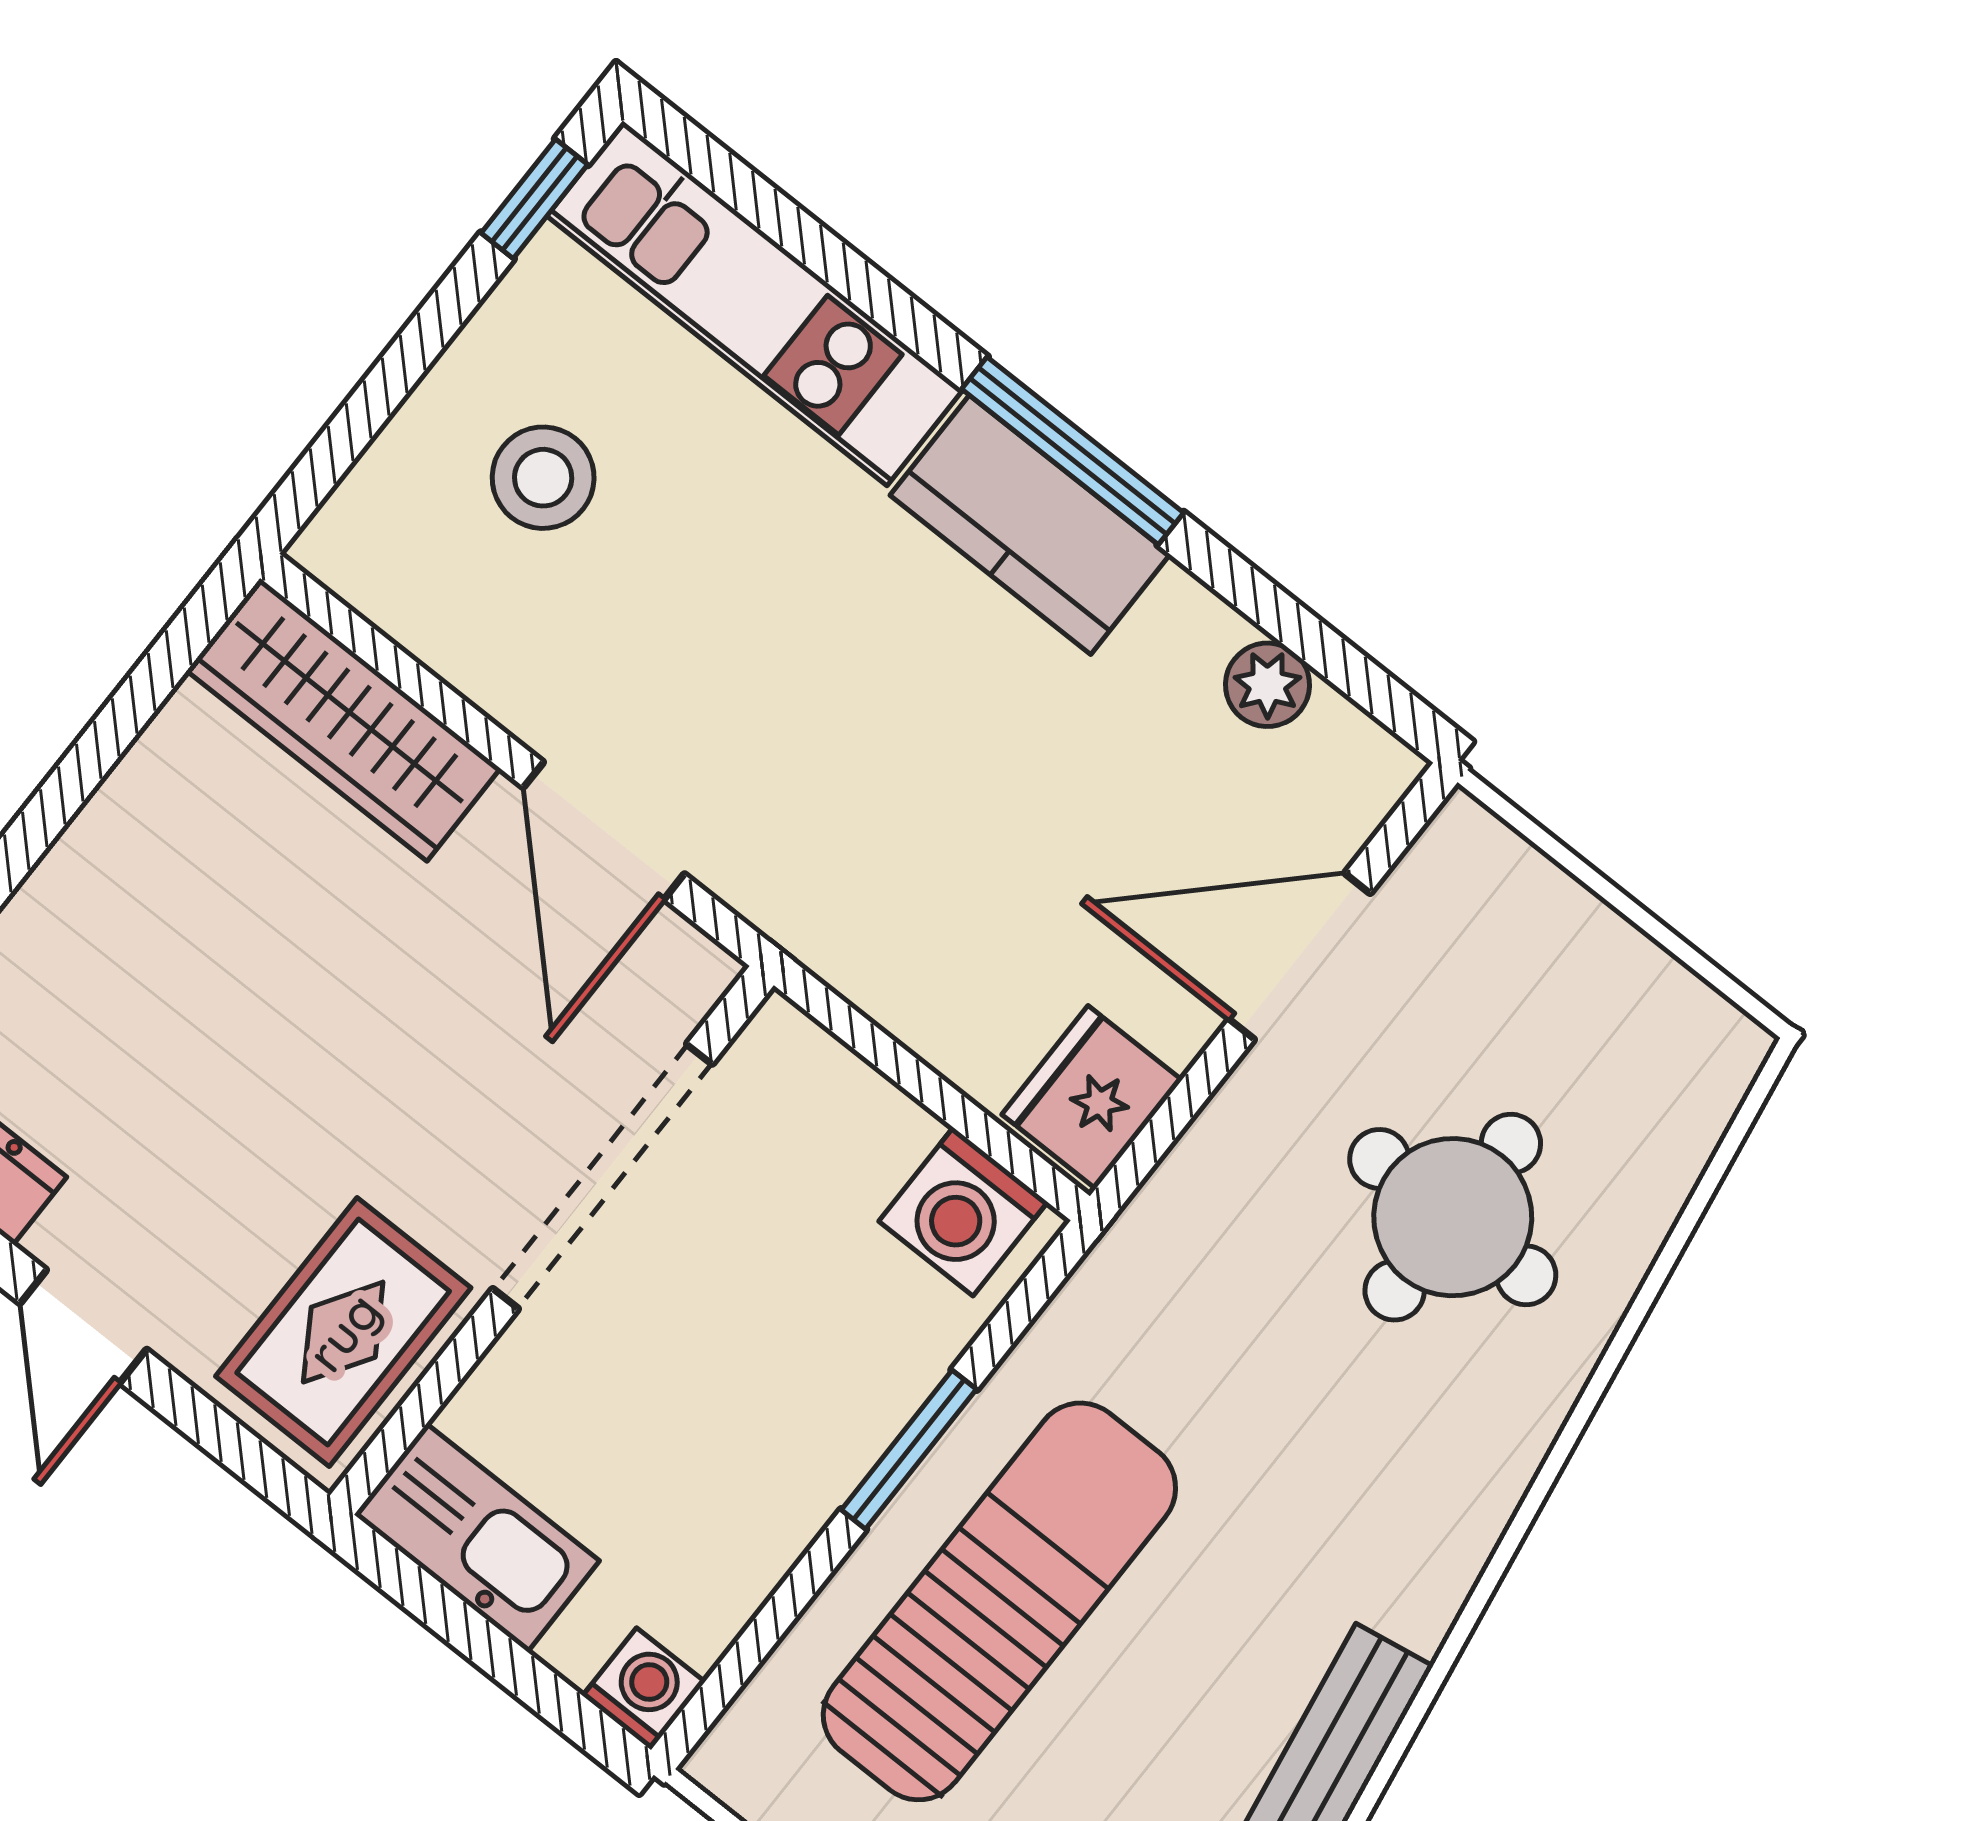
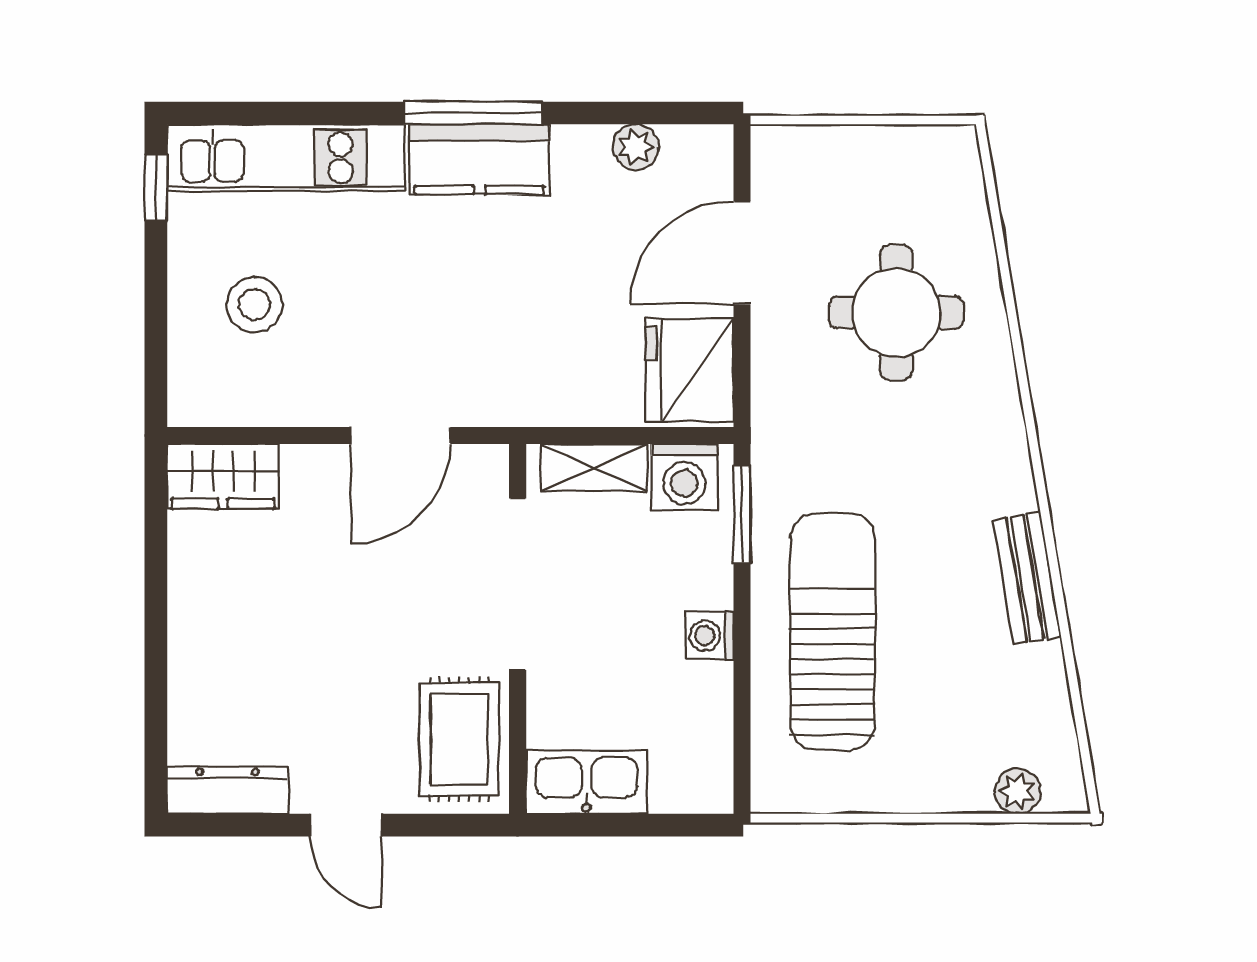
wardrobe: (343, 720) -> (223, 476), width x0.67
door: (604, 831) -> (401, 435), hinge flipped
shelving: (844, 1096) -> (594, 468), added
fridge: (1092, 1097) -> (690, 370), width x1.36, depth x1.34
window: (909, 1450) -> (742, 514), moved
washing machine: (644, 1689) -> (710, 636), moved, turned -90

